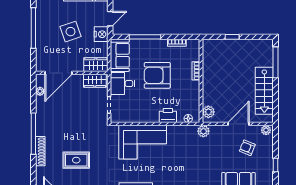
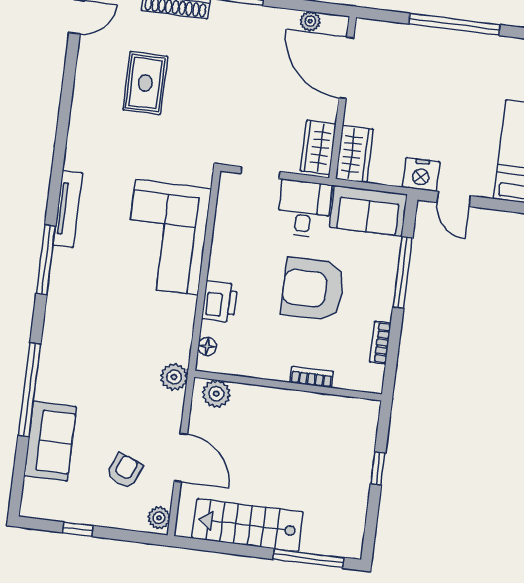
side table: (70, 32) -> (436, 107), removed
armchair: (157, 75) -> (313, 289), turned -90

